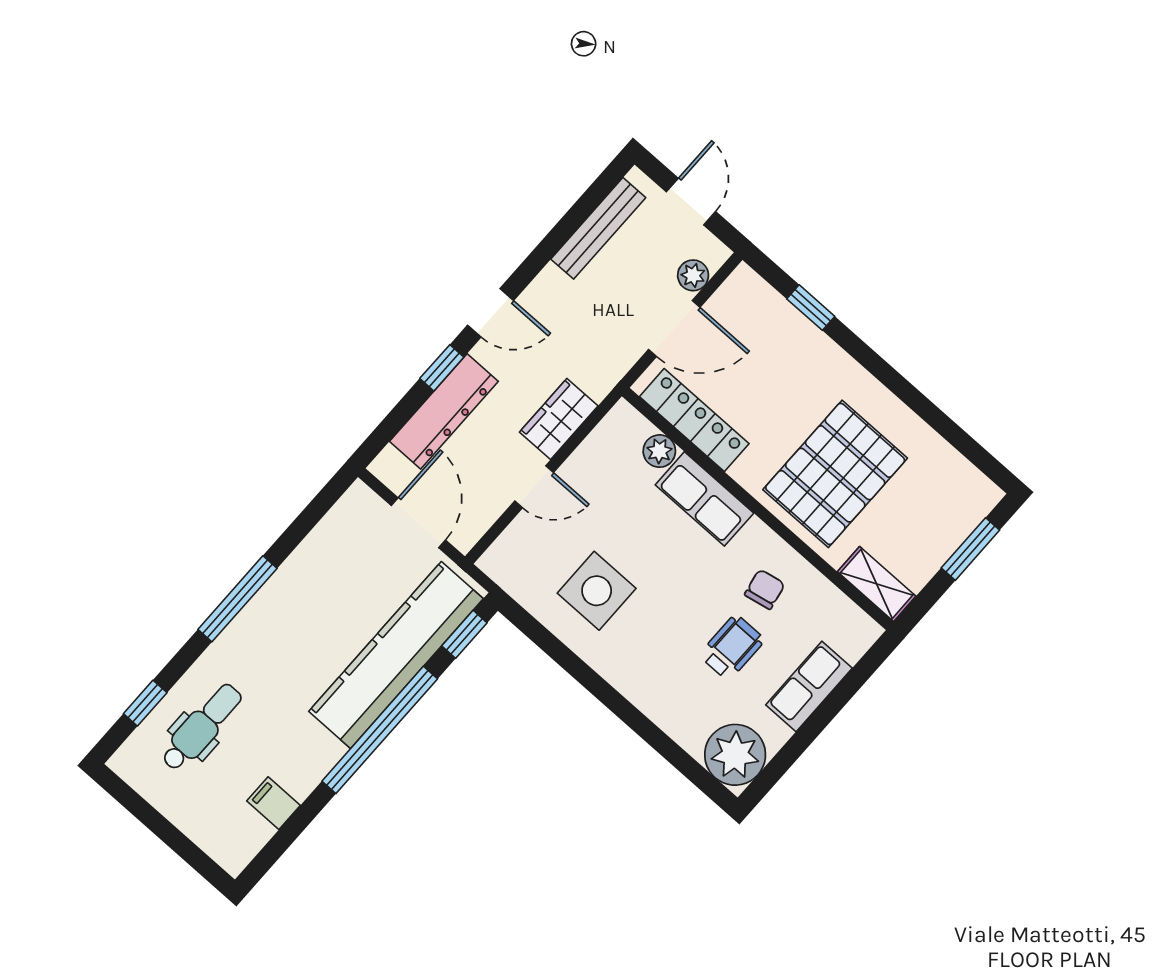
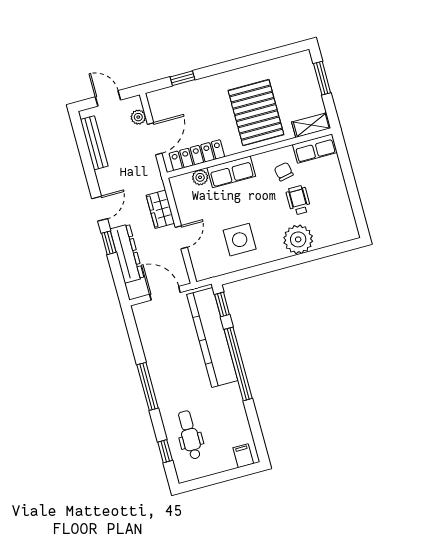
row of seats: (809, 686) -> (315, 148), moved, turned -90
plant: (735, 755) -> (298, 239), moved
filing cabinet: (273, 803) -> (243, 456), moved, turned 90

